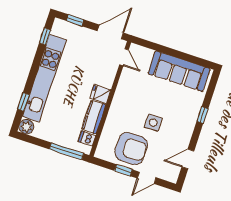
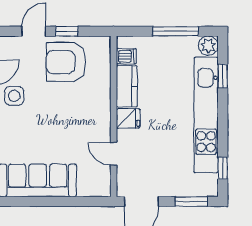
window: (75, 20) -> (191, 201), width x1.50
door: (124, 57) -> (114, 154), moved
side table: (153, 123) -> (14, 96), moved
window: (67, 151) -> (175, 31), moved

